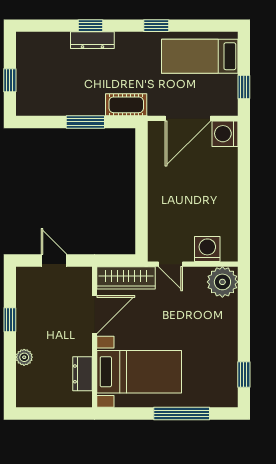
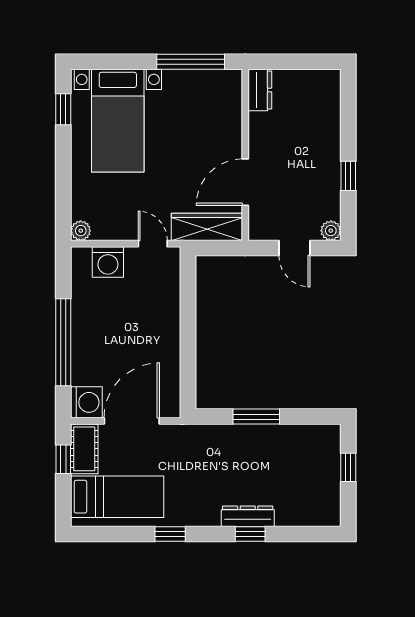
cot: (126, 105) -> (84, 449), moved, turned 90
window: (244, 183) -> (63, 342), added
plant: (222, 282) -> (81, 231), width x0.53, depth x0.53
plant: (24, 357) -> (331, 231), moved
bed with nightstands: (139, 372) -> (118, 121), moved, turned -90
dresser: (82, 374) -> (260, 90), moved
window: (182, 414) -> (191, 62), moved

